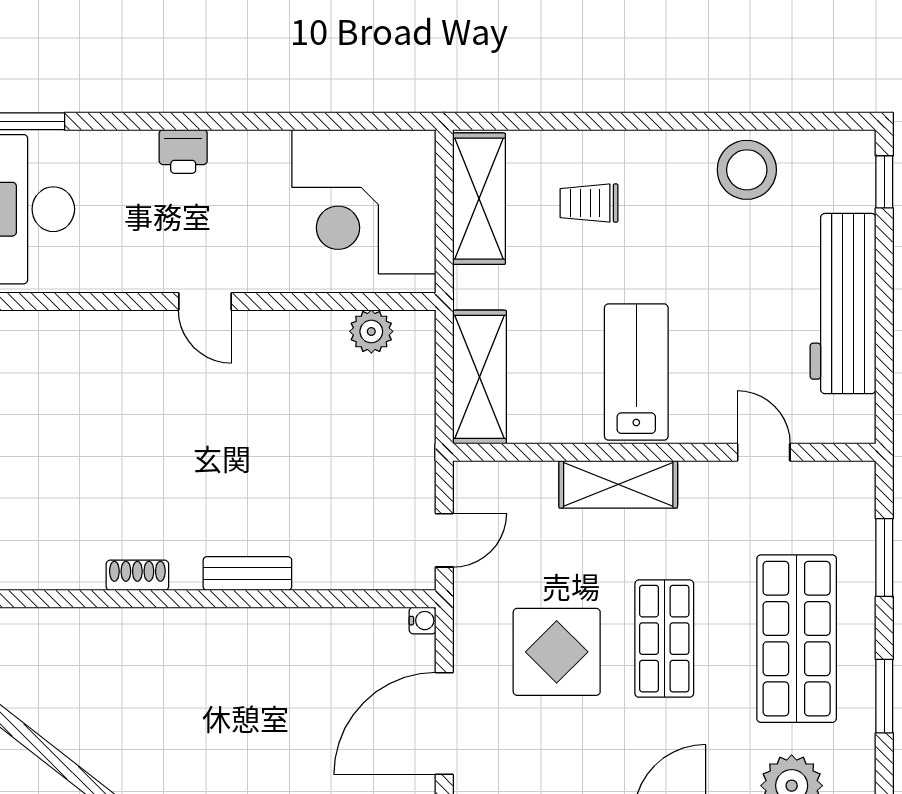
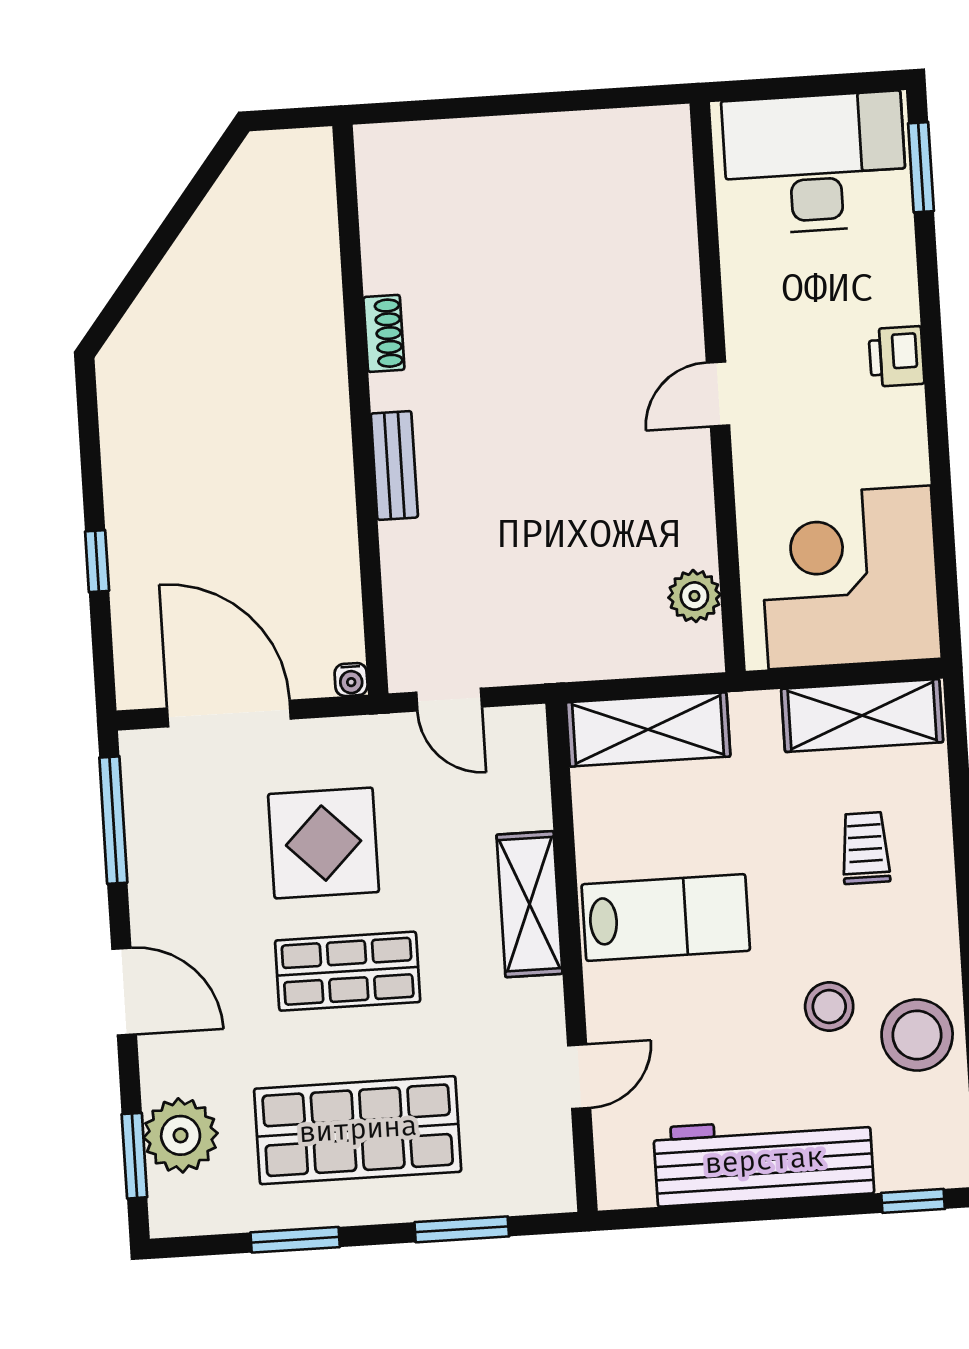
stool: (719, 241) -> (829, 1006), added

